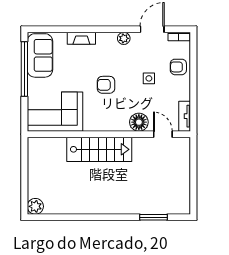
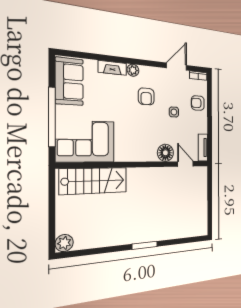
plant: (124, 38) -> (133, 70), moved
window: (24, 69) -> (52, 117), moved
armchair: (106, 85) -> (146, 96), moved, turned -90
stairs: (99, 149) -> (94, 181), moved
window: (154, 217) -> (145, 245), moved

